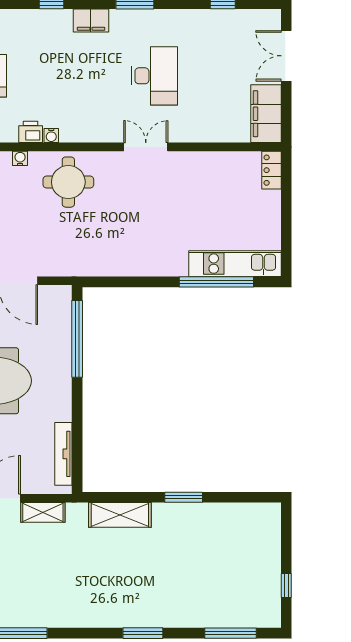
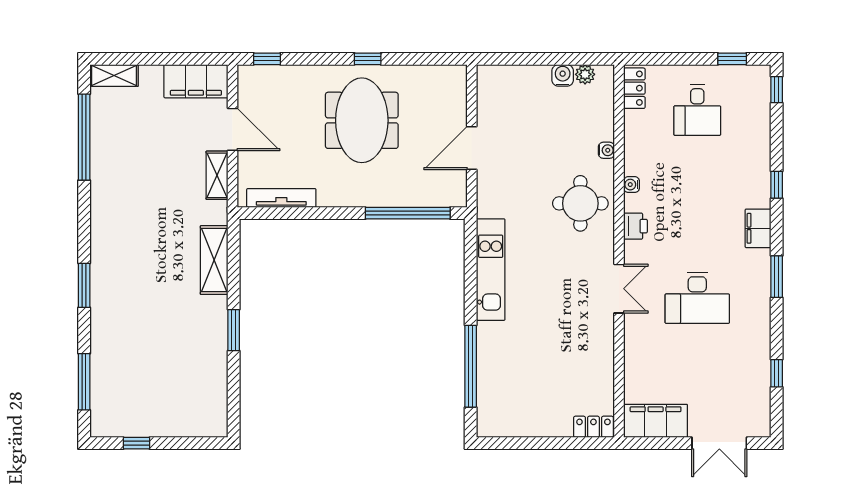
double door: (286, 56) -> (719, 443), swing flipped
printer: (31, 132) -> (635, 226), moved
kitchen unit: (235, 264) -> (491, 270), moved

